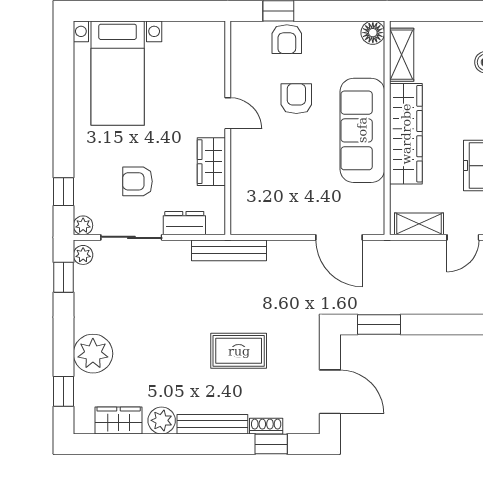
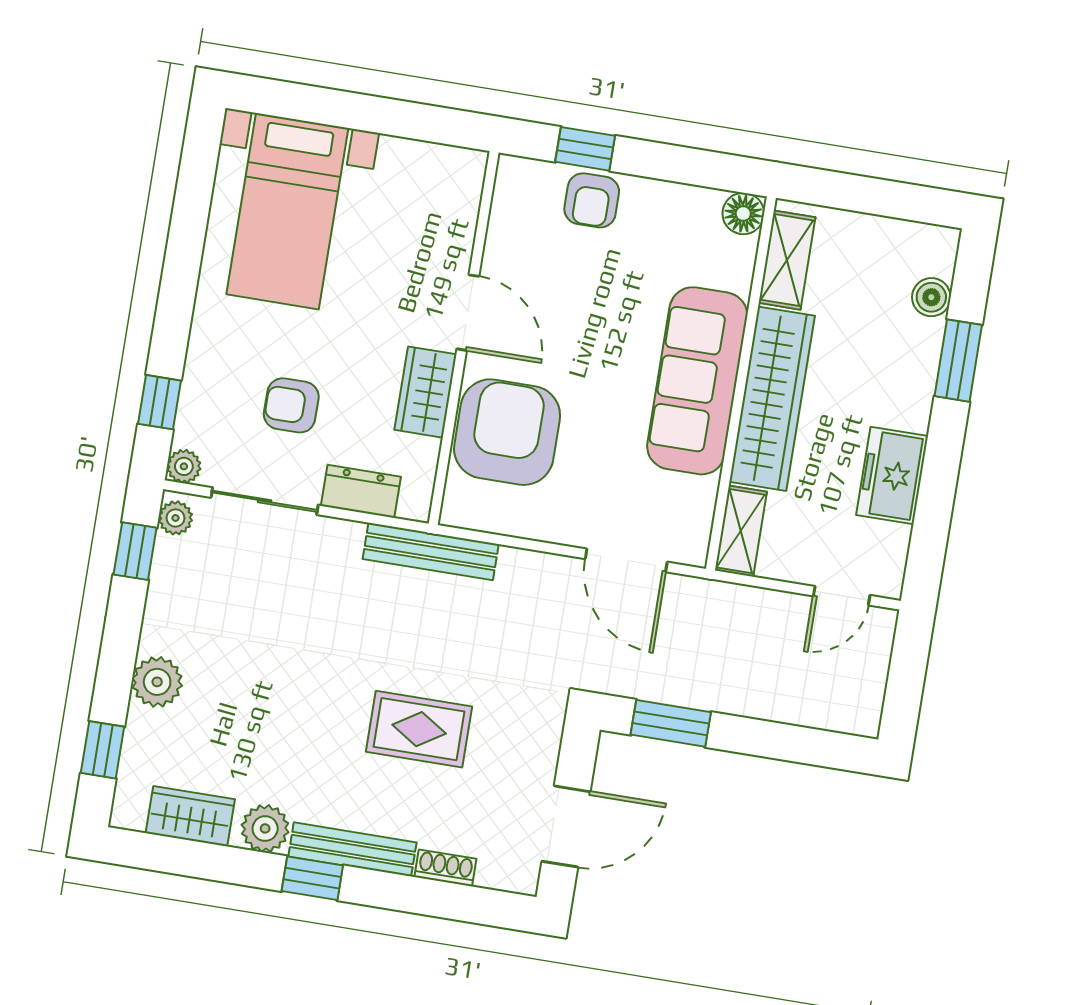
armchair: (296, 99) -> (507, 432), moved, width x1.88, depth x1.88
door: (228, 113) -> (468, 313), width x1.38
shelving: (419, 224) -> (741, 531), moved, turned 90
plant: (93, 354) -> (157, 682), width x0.73, depth x0.73
door: (330, 392) -> (566, 826), hinge flipped
window: (271, 444) -> (312, 878), moved

